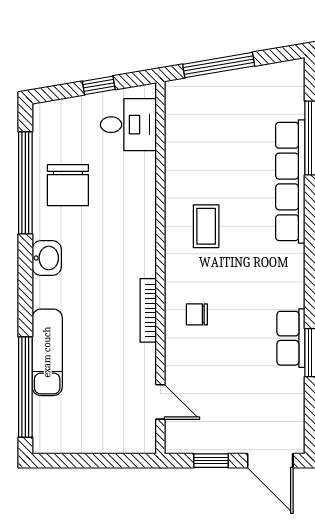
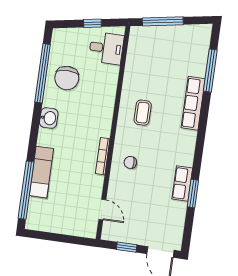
row of seats: (290, 181) -> (193, 103), width x0.73

